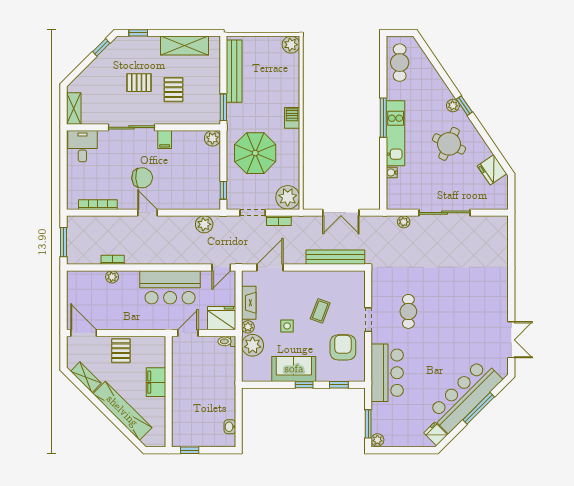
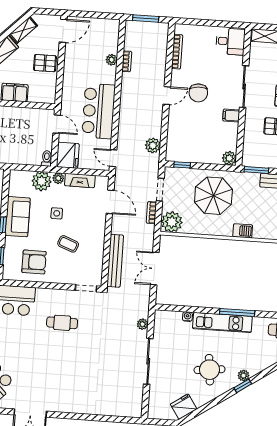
round table: (449, 144) -> (209, 370), turned -31
doorway: (368, 320) -> (86, 288), moved

